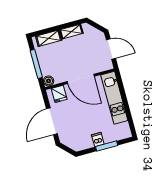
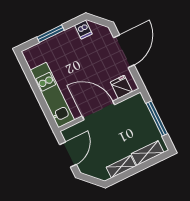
door: (111, 49) -> (68, 154), swing flipped
boiler: (49, 81) -> (138, 100), removed
dishwasher: (98, 140) -> (83, 30), moved

